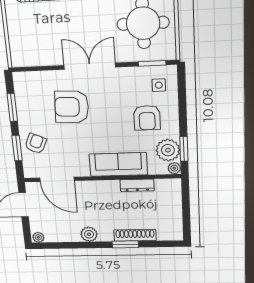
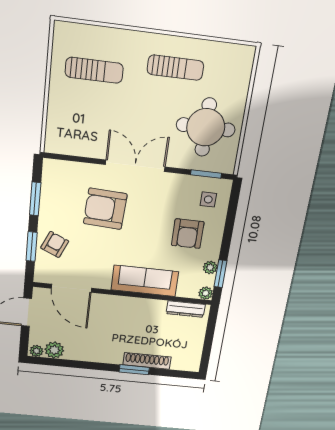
plant: (168, 150) -> (210, 267), width x0.53, depth x0.53
dresser: (137, 185) -> (186, 309), moved
plant: (89, 234) -> (54, 350), moved

